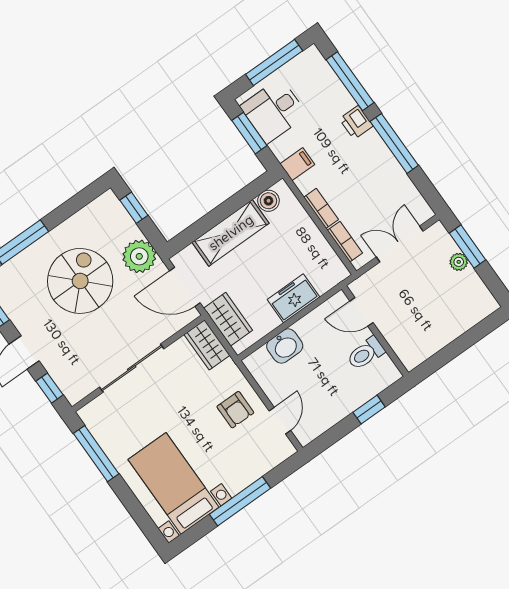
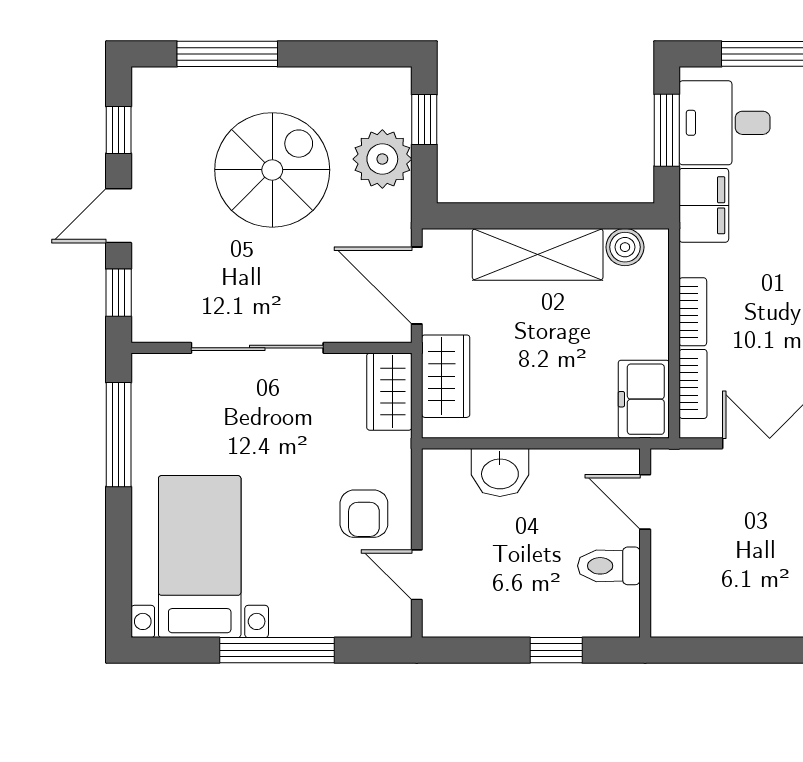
filing cabinet: (297, 164) -> (704, 205), width x2.00
plant: (139, 256) -> (382, 159), moved
freezer: (293, 298) -> (644, 399), moved, turned -90
door: (280, 421) -> (417, 575), swing flipped

